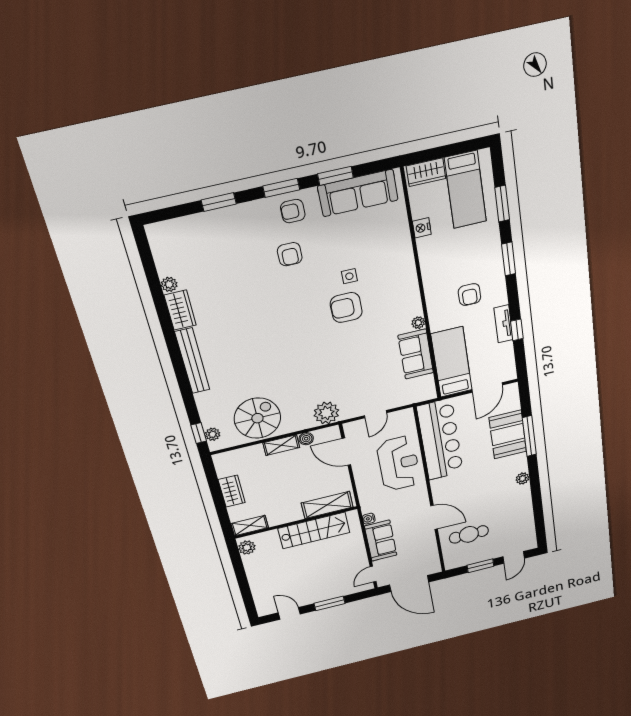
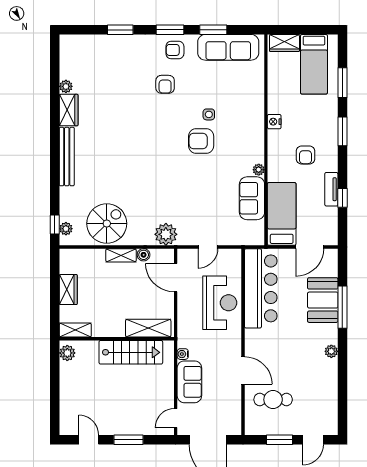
nightstand: (422, 228) -> (274, 122), moved

